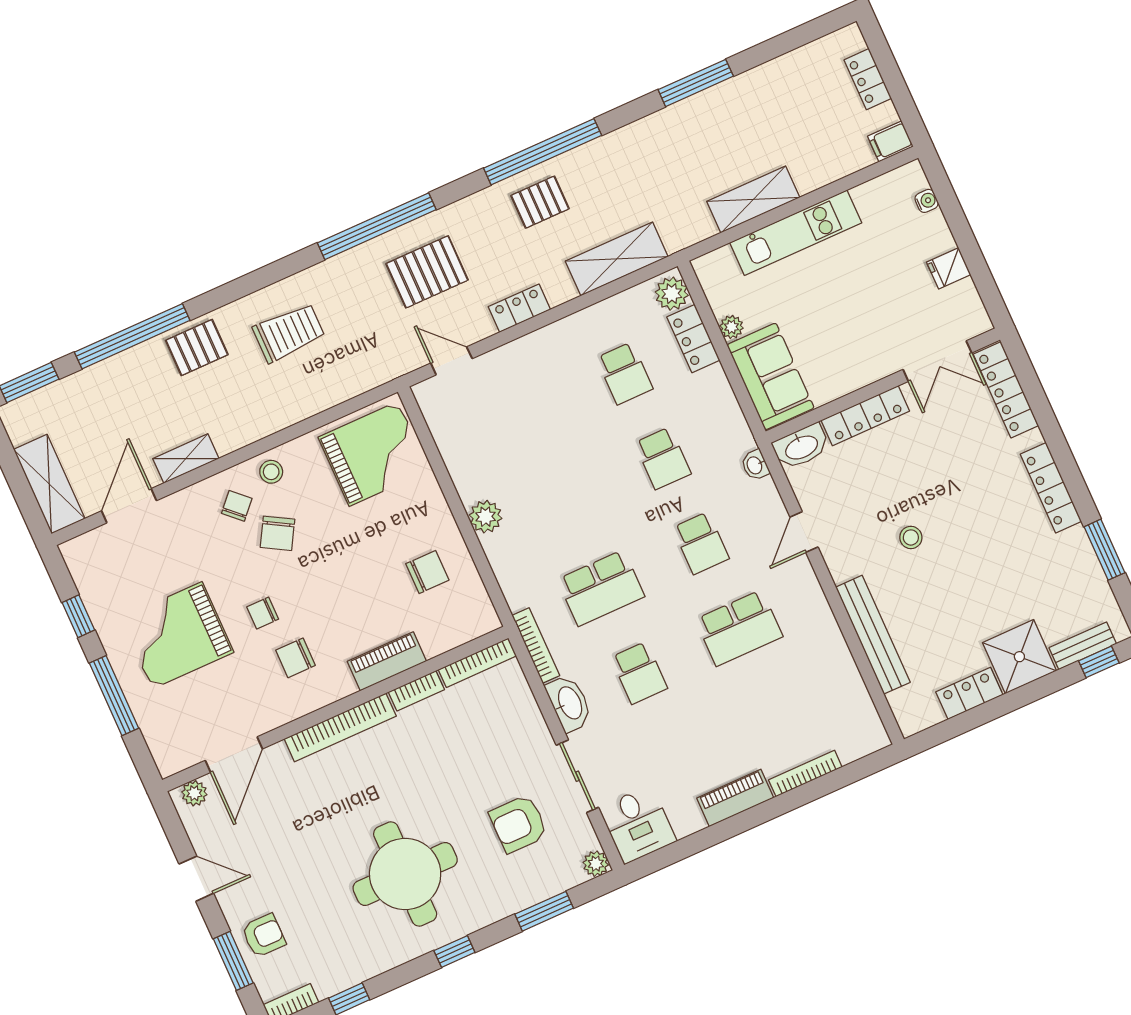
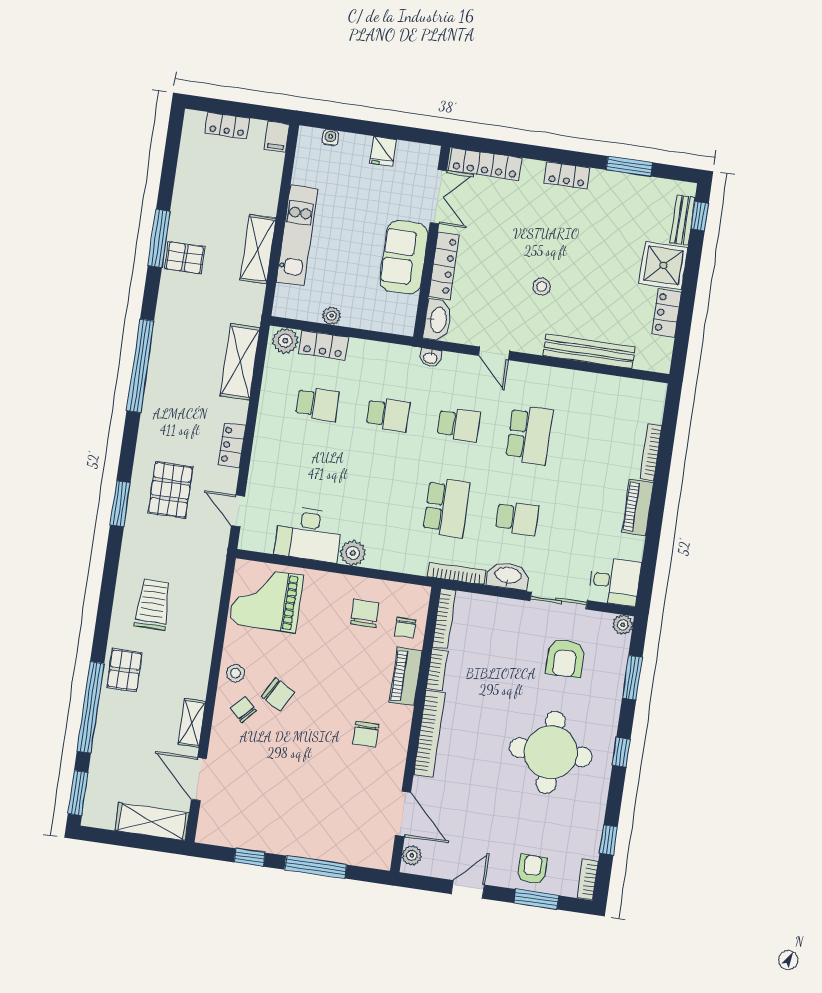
pallet: (540, 202) -> (185, 258), moved, turned 90
window: (377, 226) -> (120, 504), width x0.47
door: (451, 361) -> (238, 511), hinge flipped
sofa: (771, 376) -> (404, 257), moved, turned -90
grand piano: (374, 454) -> (266, 600), turned -90
desk: (475, 455) -> (309, 534), added
locker: (1051, 488) -> (567, 175), width x0.66
chair: (263, 613) -> (405, 628), moved
grand piano: (177, 635) -> (302, 801), removed

